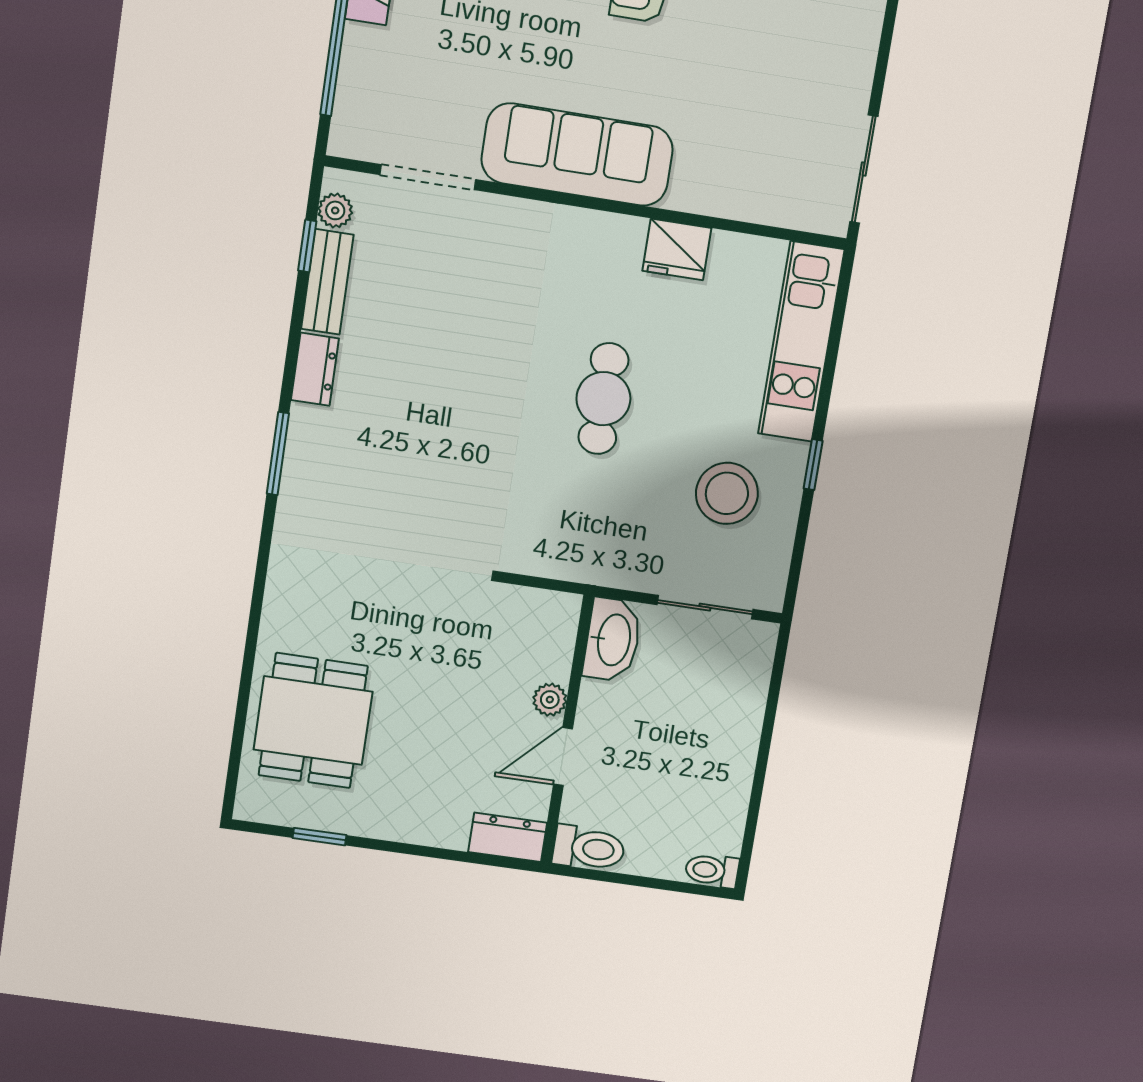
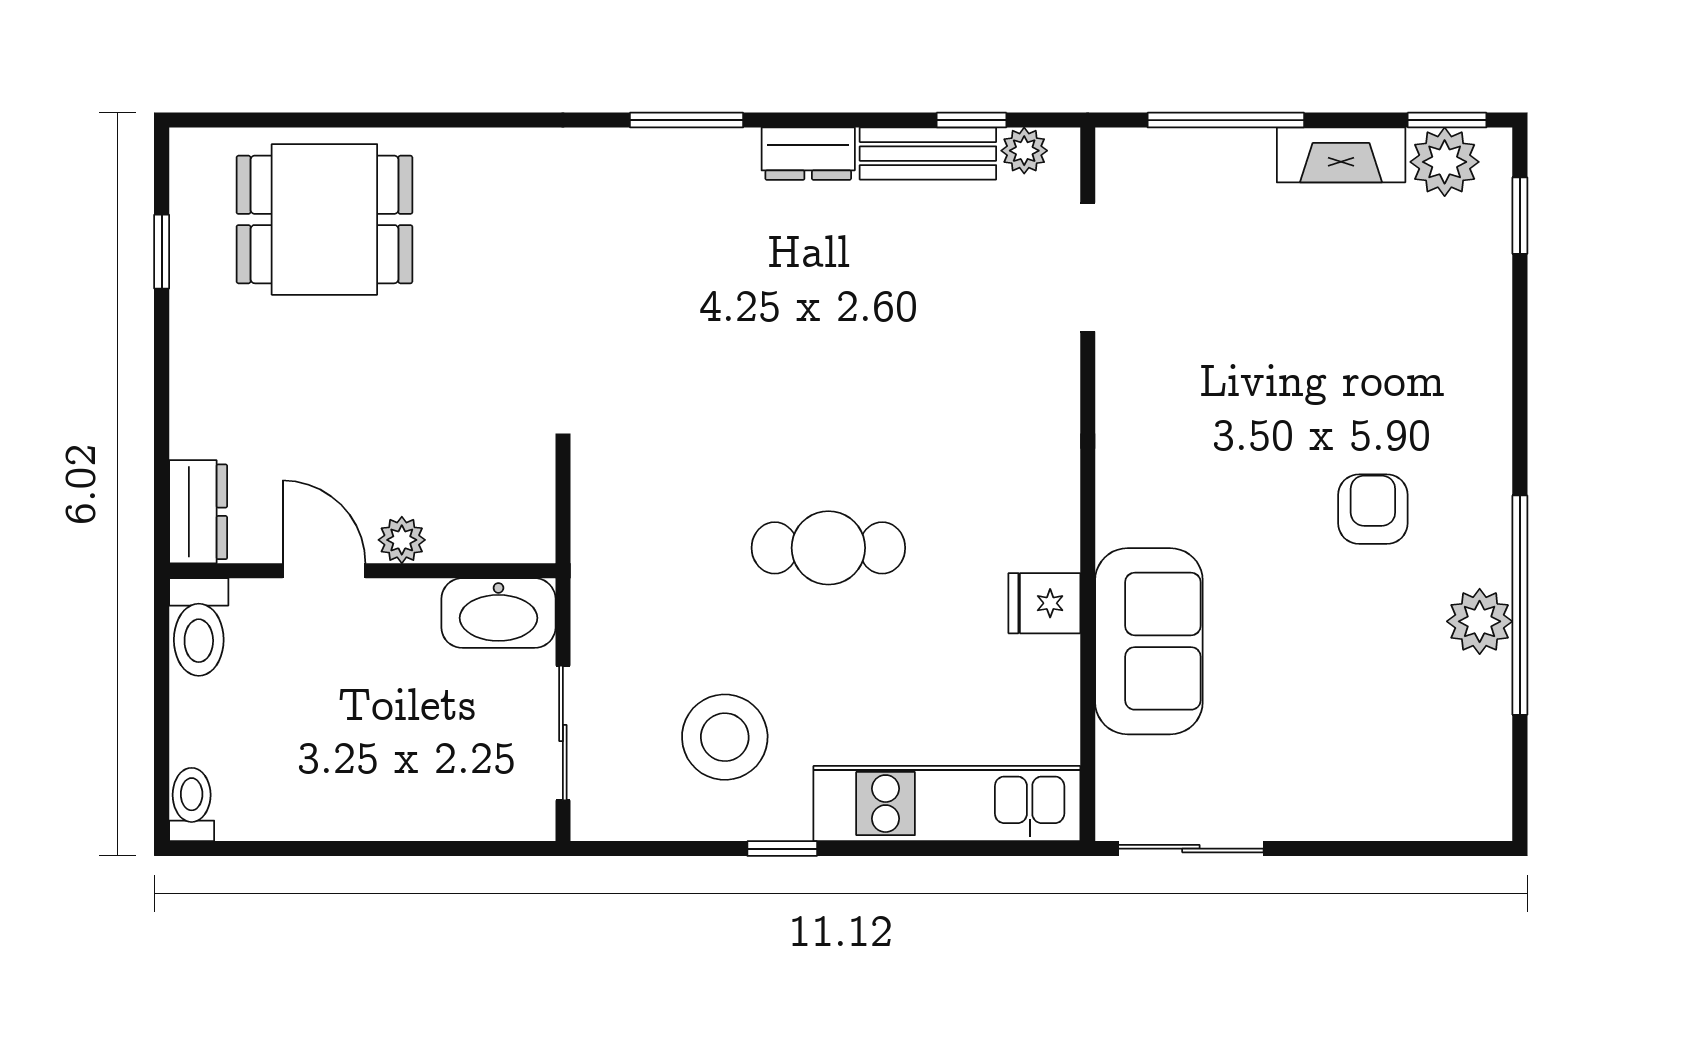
sofa: (577, 155) -> (1149, 641), moved, width x0.73
fridge: (677, 249) -> (1044, 603), width x0.72

